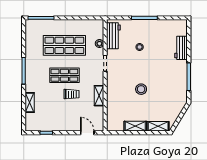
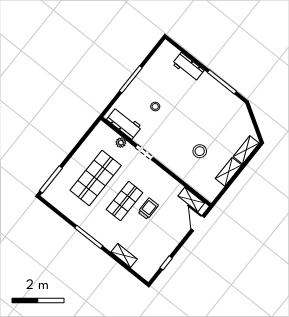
stool: (141, 89) -> (200, 151), moved
shelving: (99, 96) -> (191, 200), moved
door: (87, 133) -> (198, 223), hinge flipped

